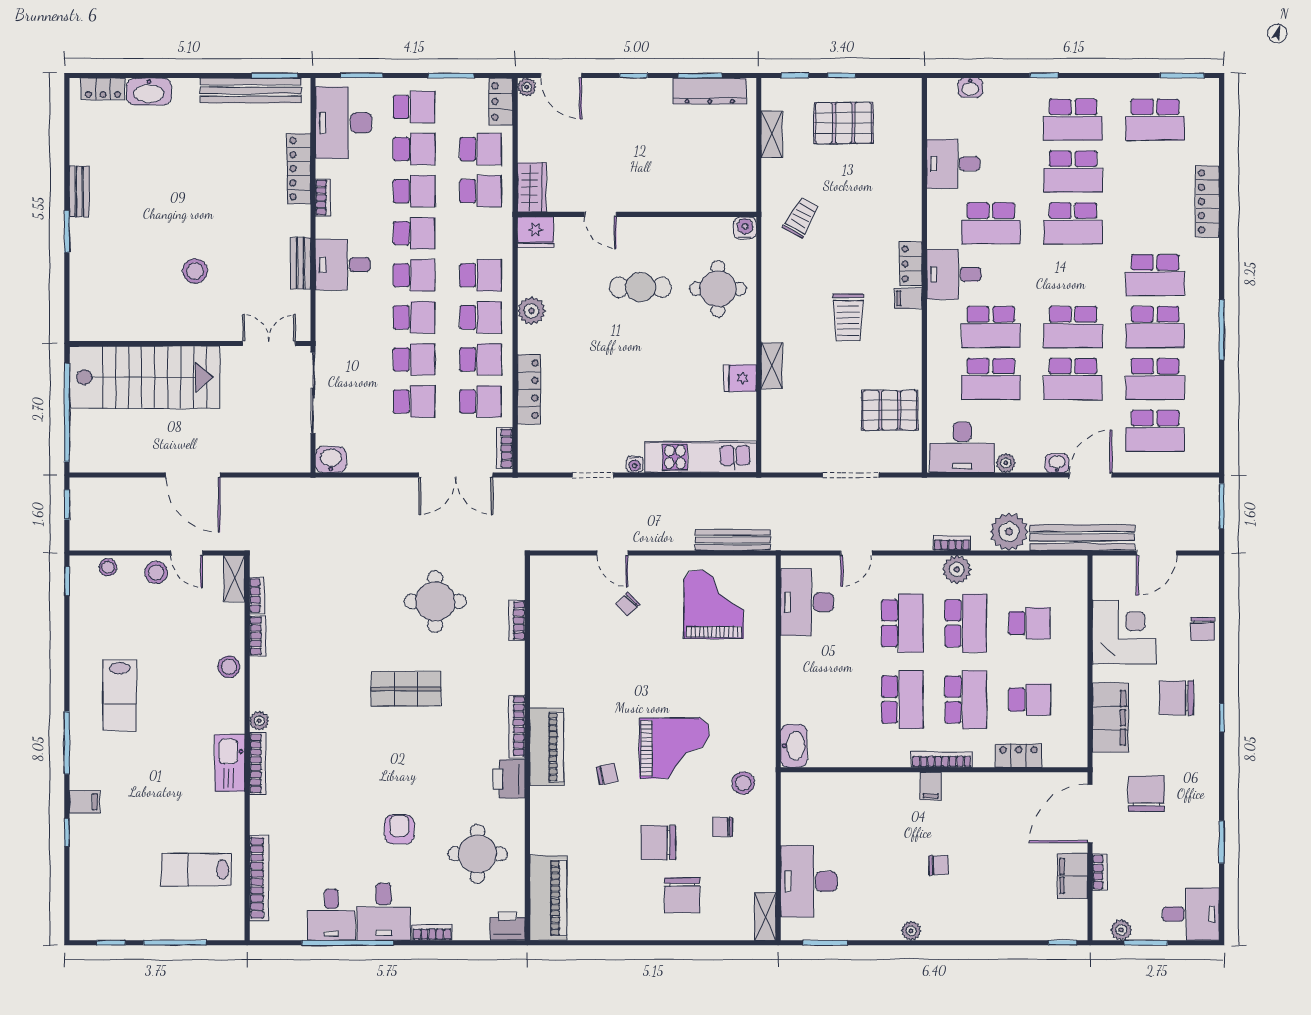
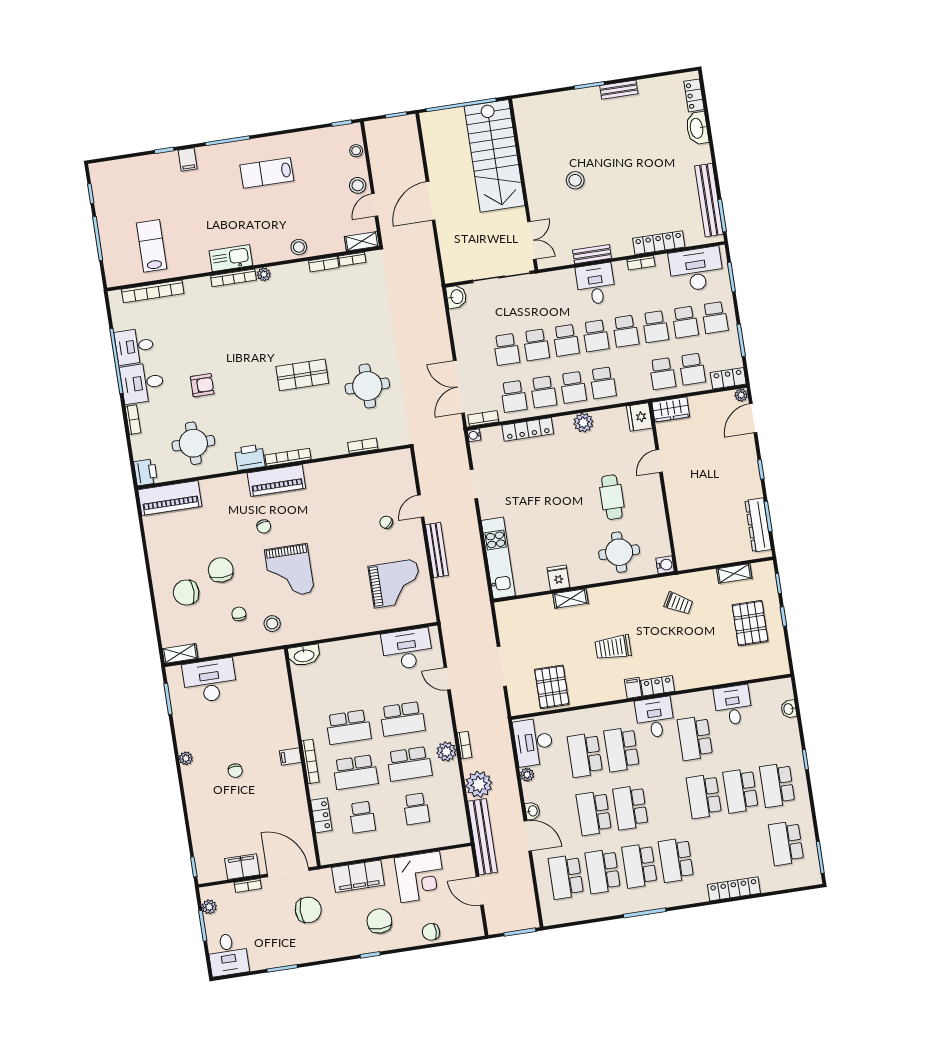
water cooler: (635, 464) -> (474, 435), moved
bench: (733, 540) -> (437, 550), moved
shop shelf: (406, 689) -> (302, 375), turned 90

